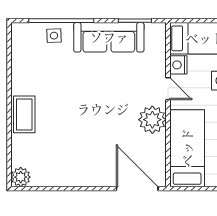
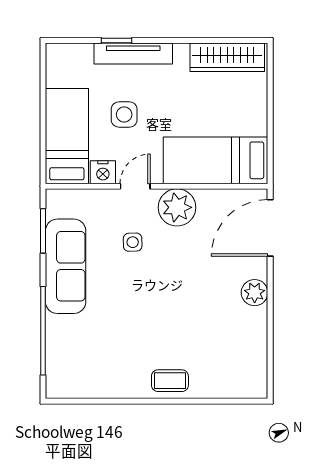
side table: (54, 36) -> (133, 242), moved
coffee table: (24, 114) -> (170, 381), width x0.73, depth x0.77
plant: (21, 177) -> (255, 293), moved

